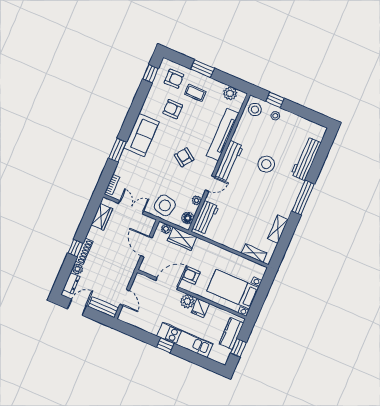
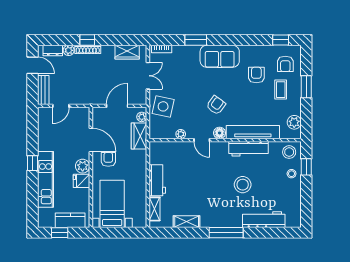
workbench: (229, 161) -> (249, 149), moved
workbench: (206, 217) -> (157, 180), moved, turned -90
floor lamp: (188, 218) -> (220, 133), moved

